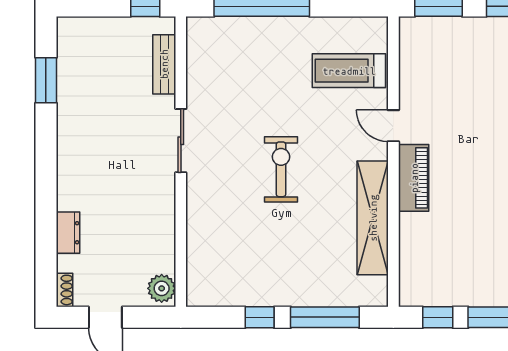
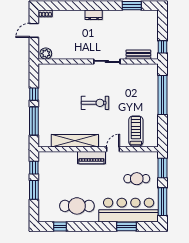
cafe table: (464, 68) -> (137, 179), added
dresser: (68, 233) -> (94, 15), moved

